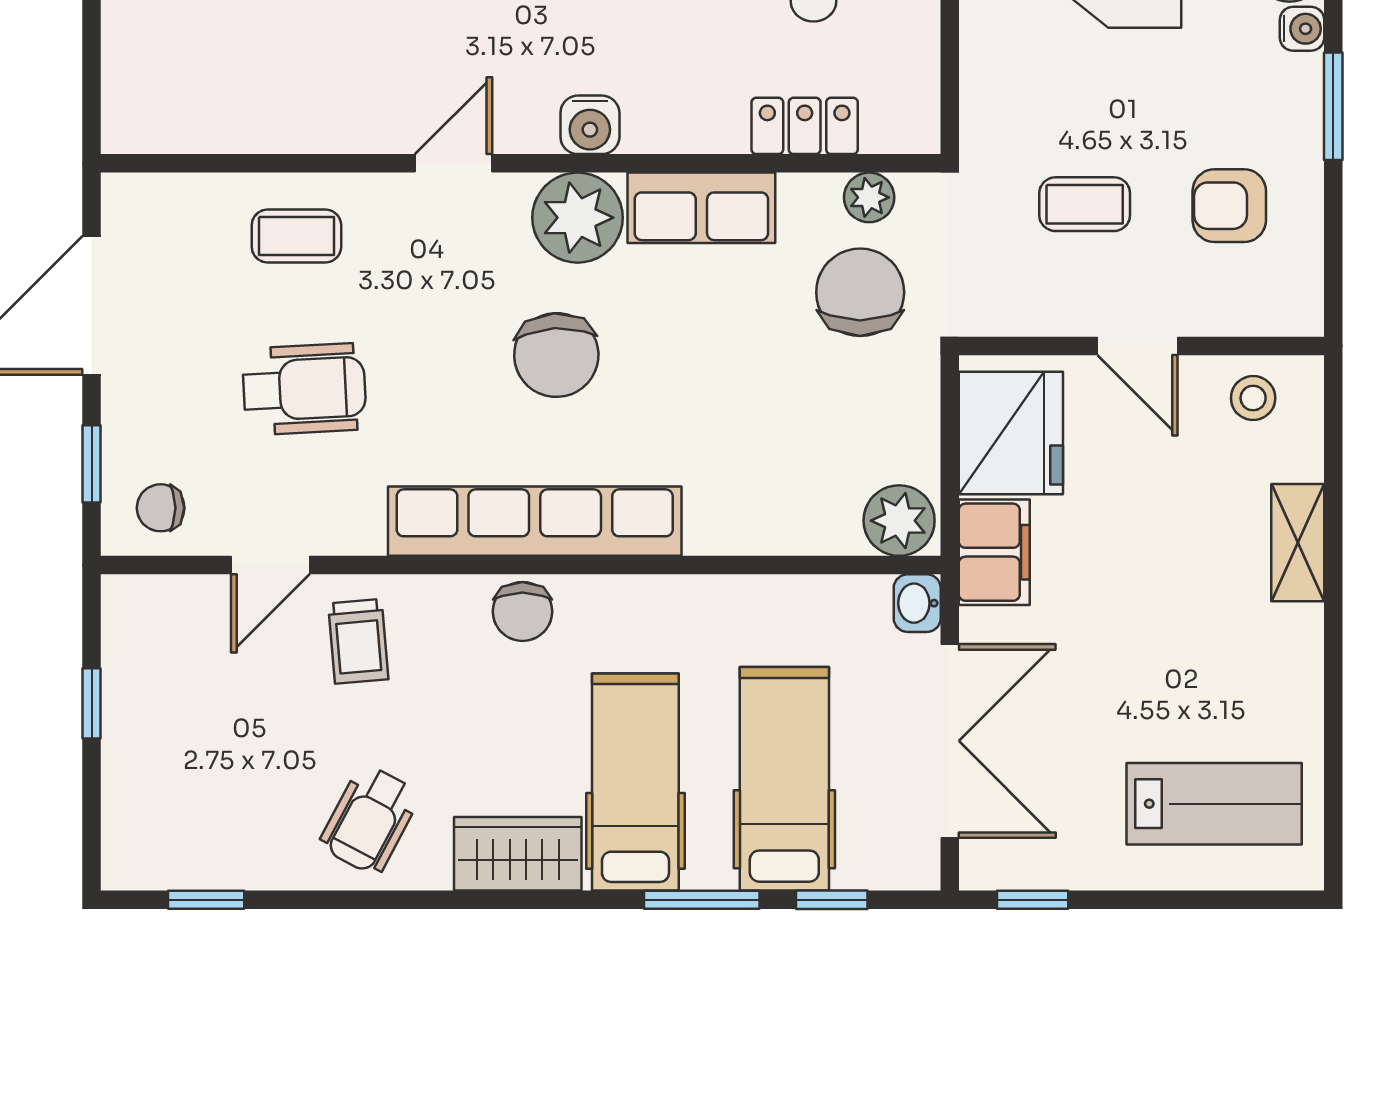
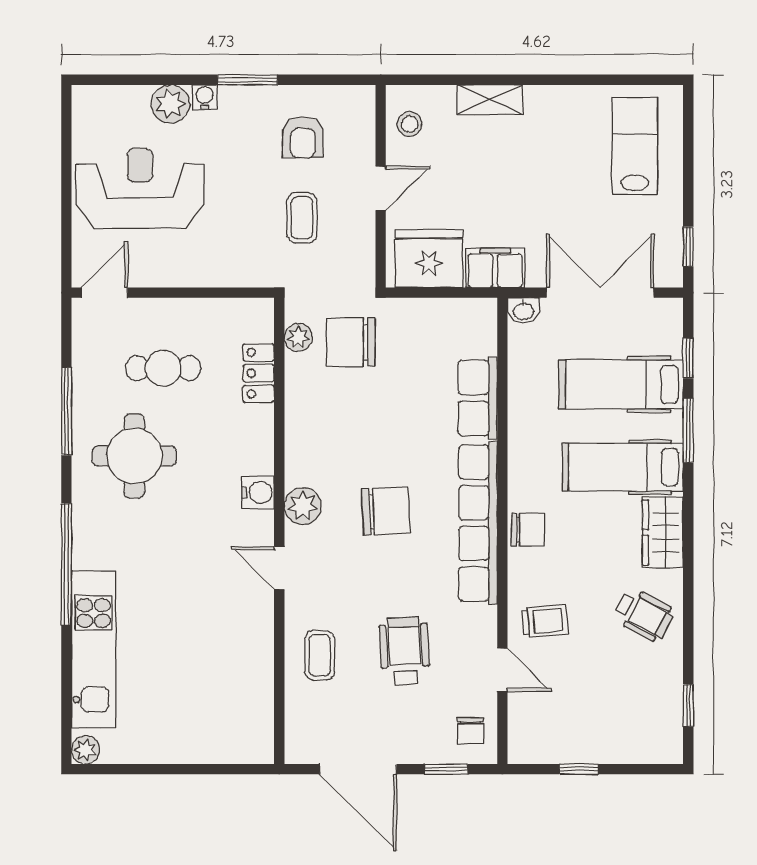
row of seats: (701, 208) -> (478, 398), moved, turned 180
plant: (578, 218) -> (303, 506), width x0.73, depth x0.73
plant: (899, 521) -> (478, 321), removed

